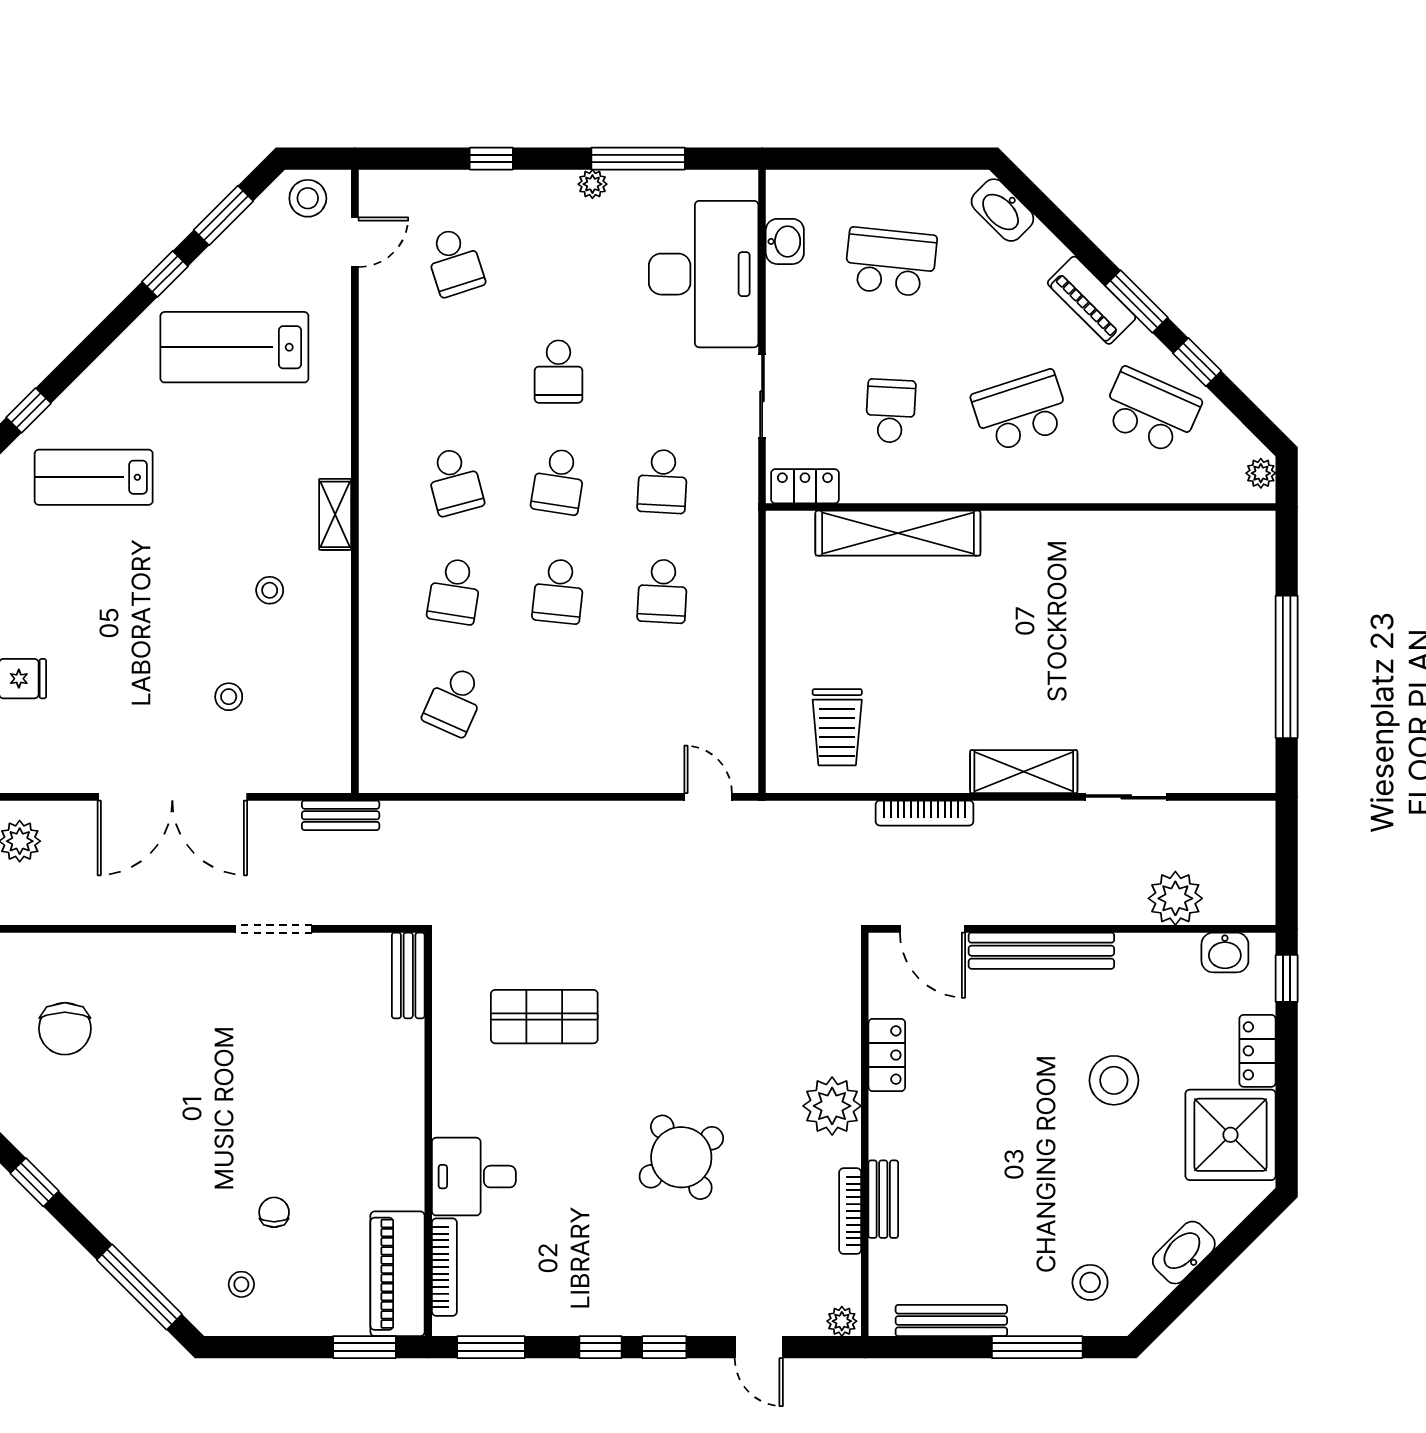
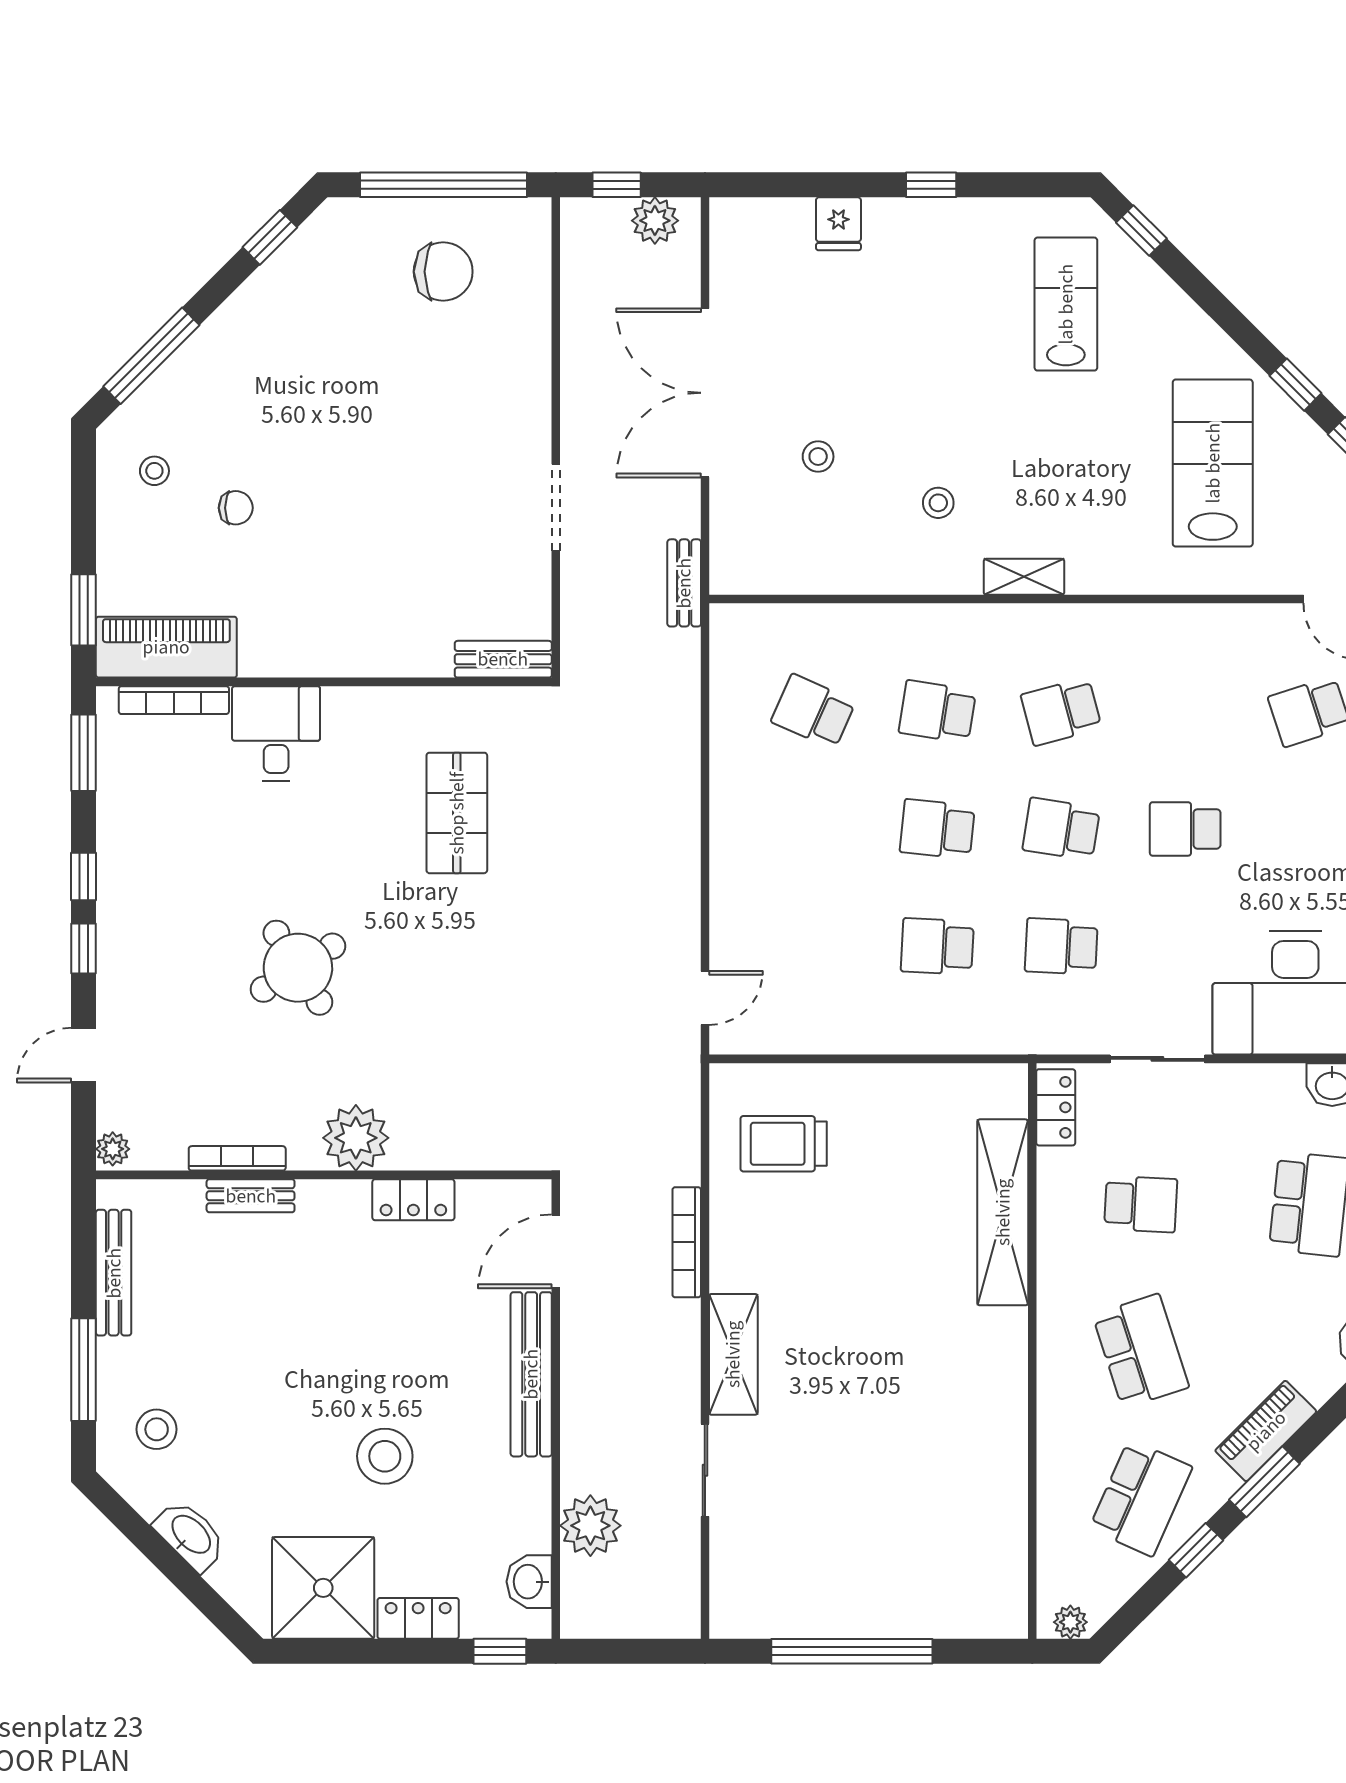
chair: (65, 1029) -> (443, 272), turned 180

